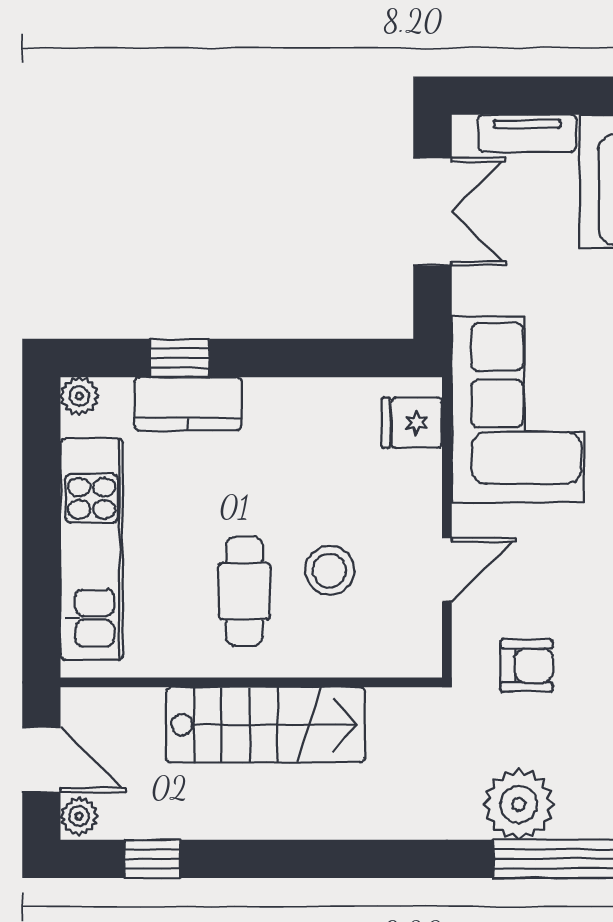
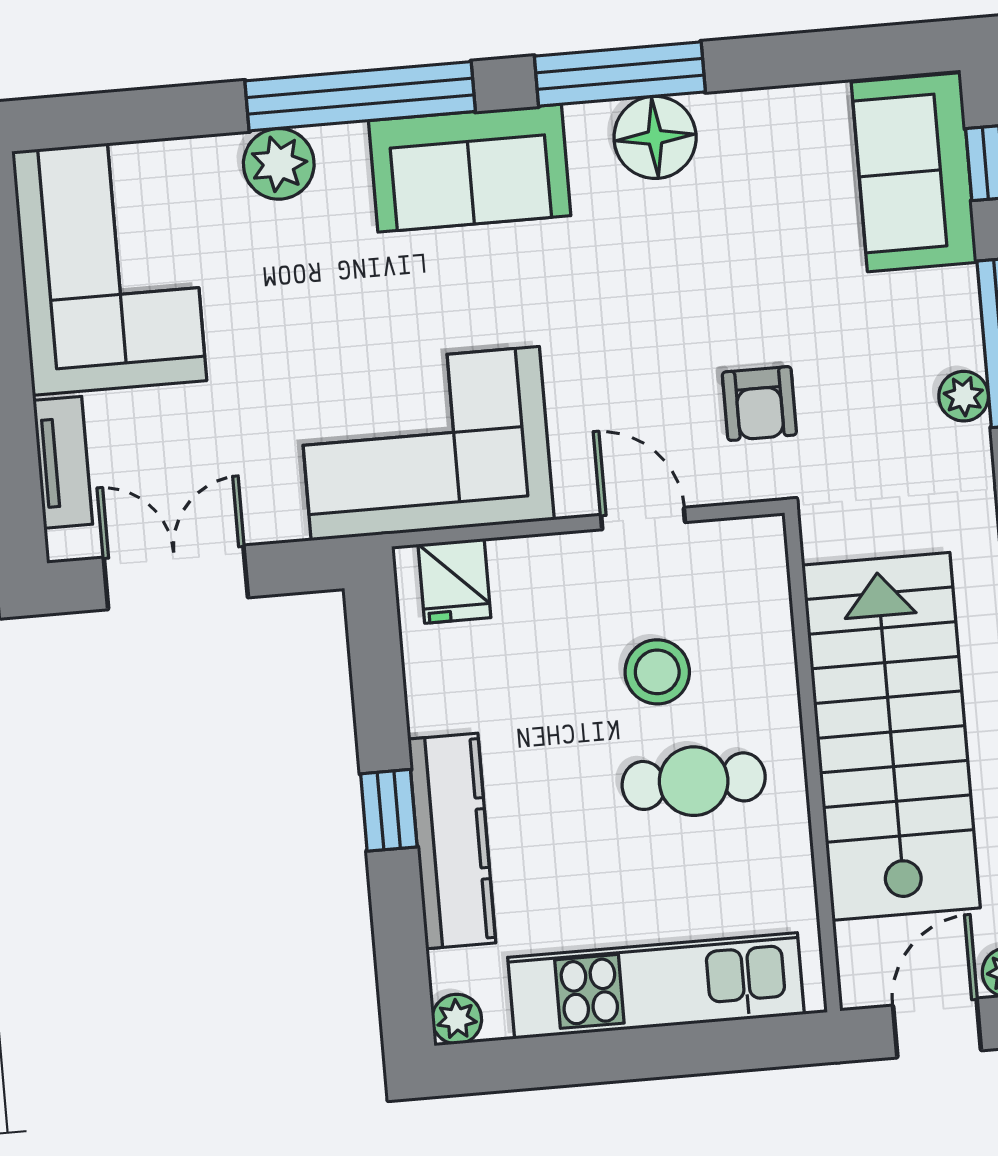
window: (180, 358) -> (389, 810), moved
kitchen counter: (188, 404) -> (452, 841), width x1.50
armchair: (526, 665) -> (759, 404), turned 180
stairs: (265, 725) -> (891, 736), width x1.36, depth x1.51
plant: (519, 804) -> (964, 396), width x0.53, depth x0.53

